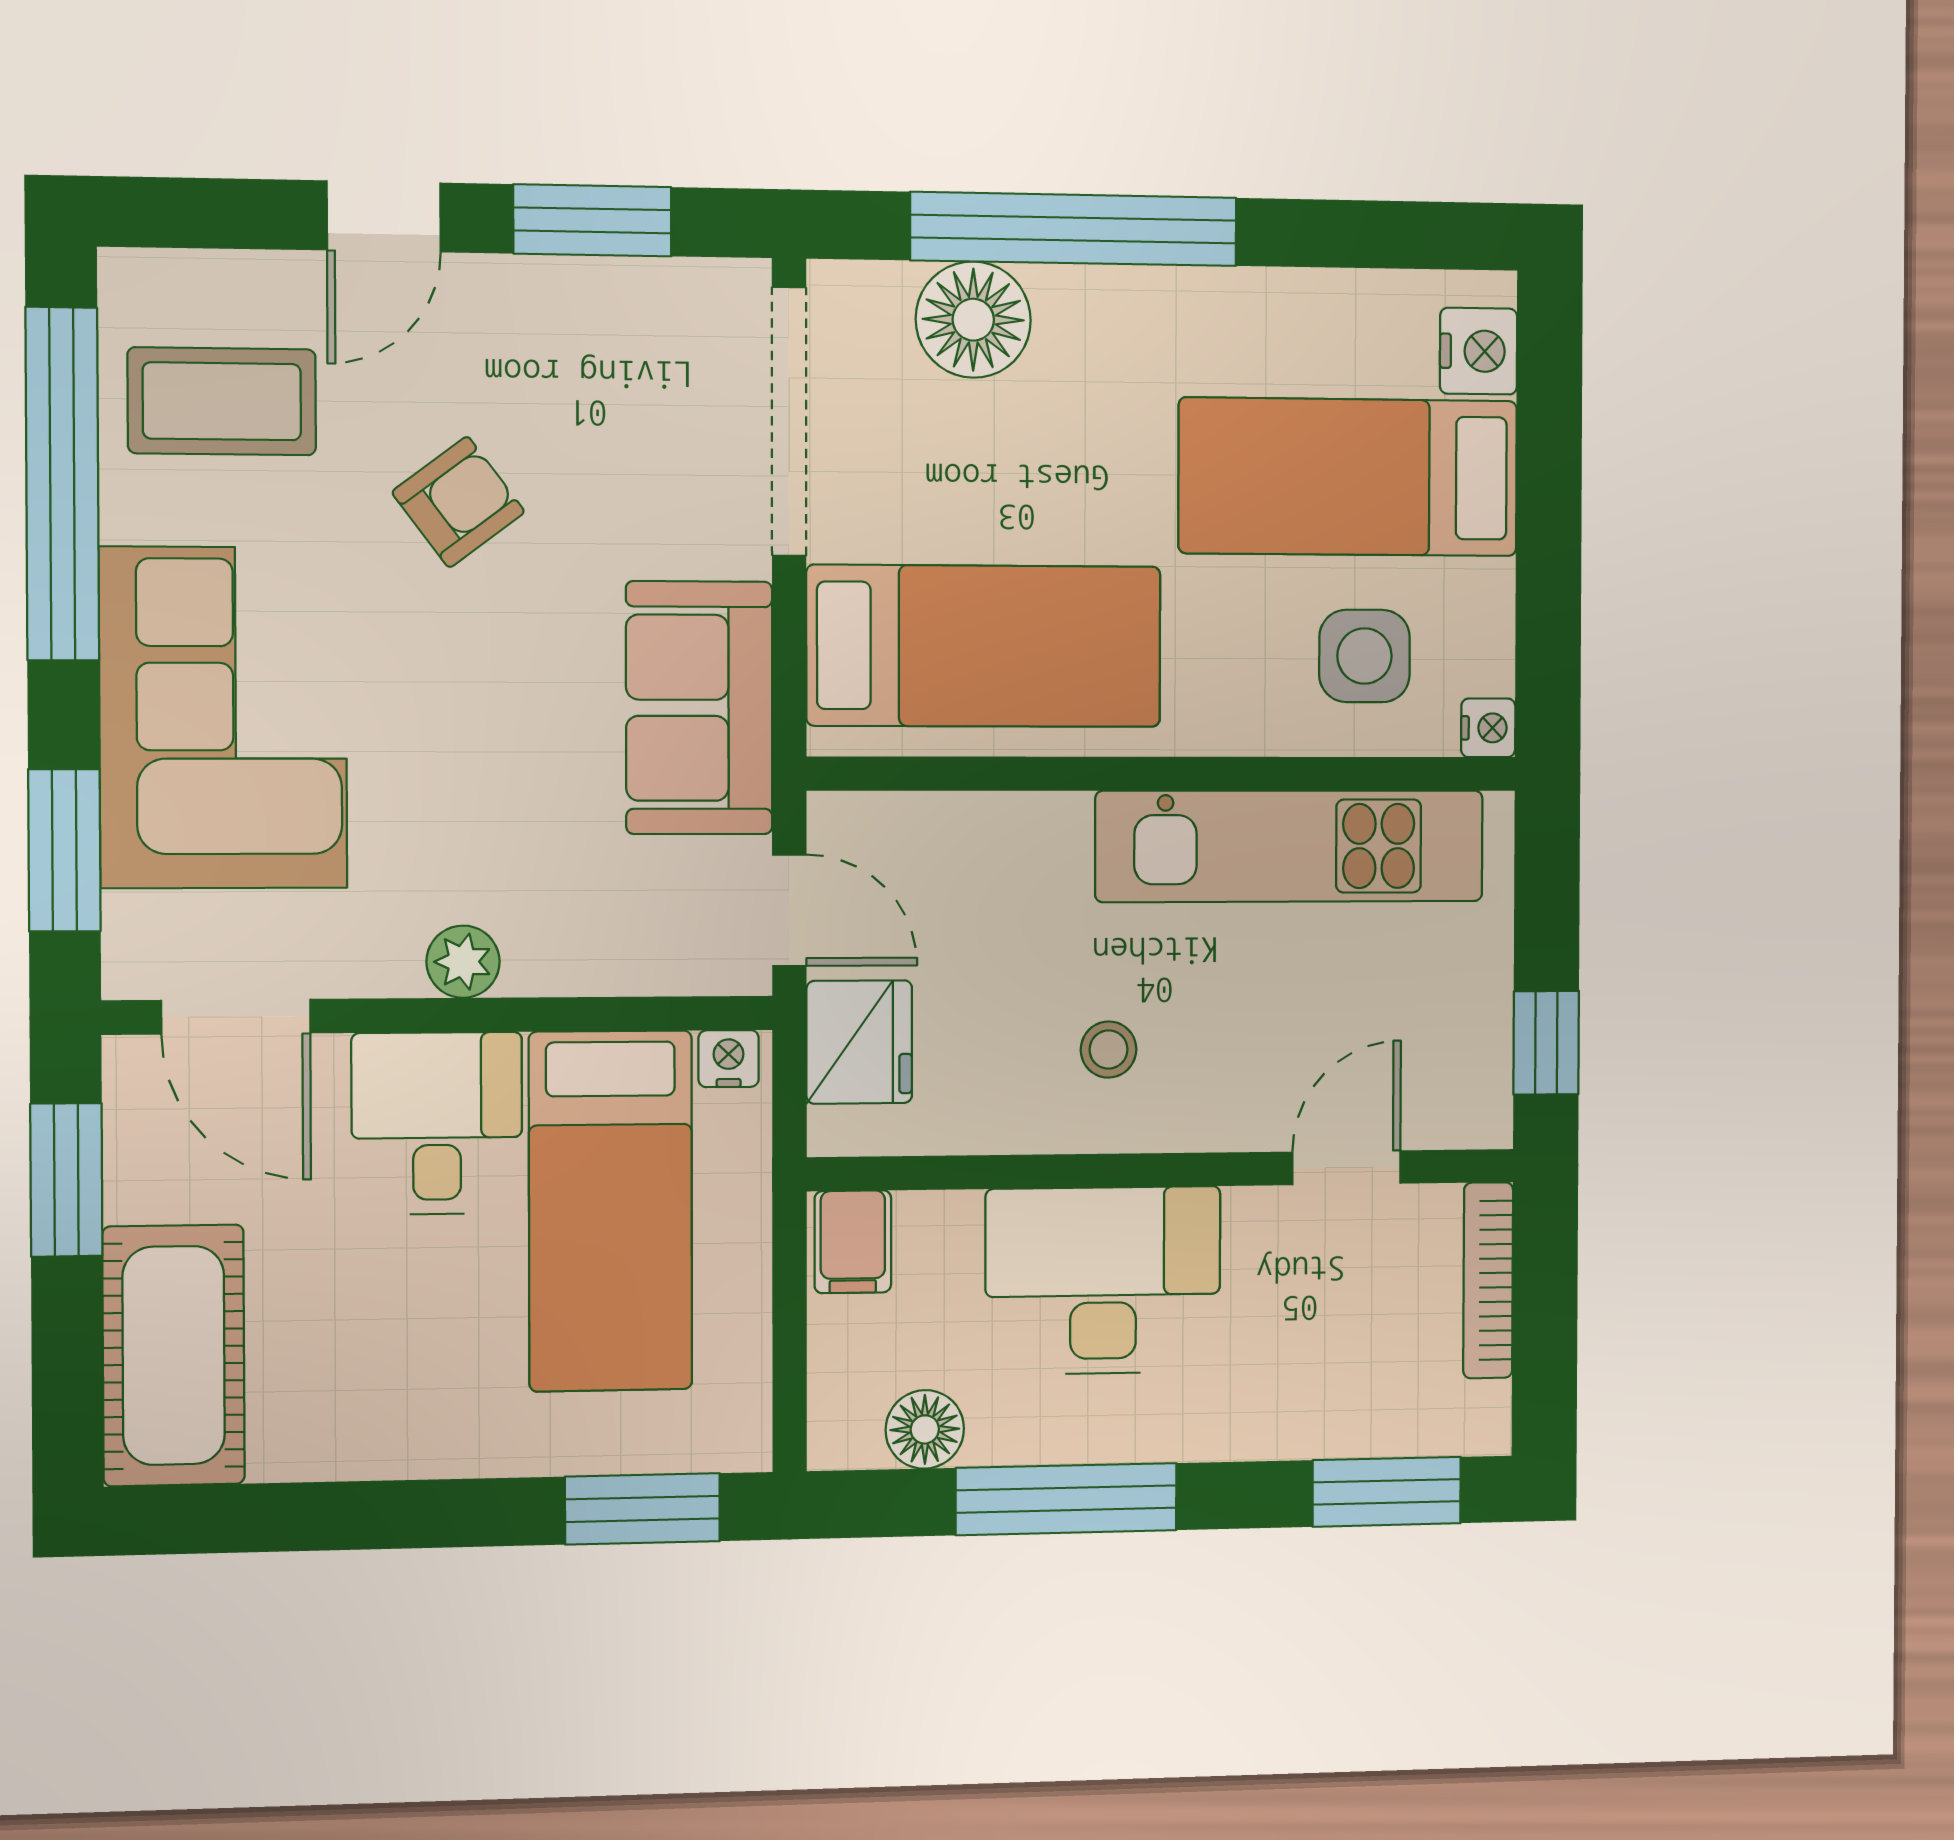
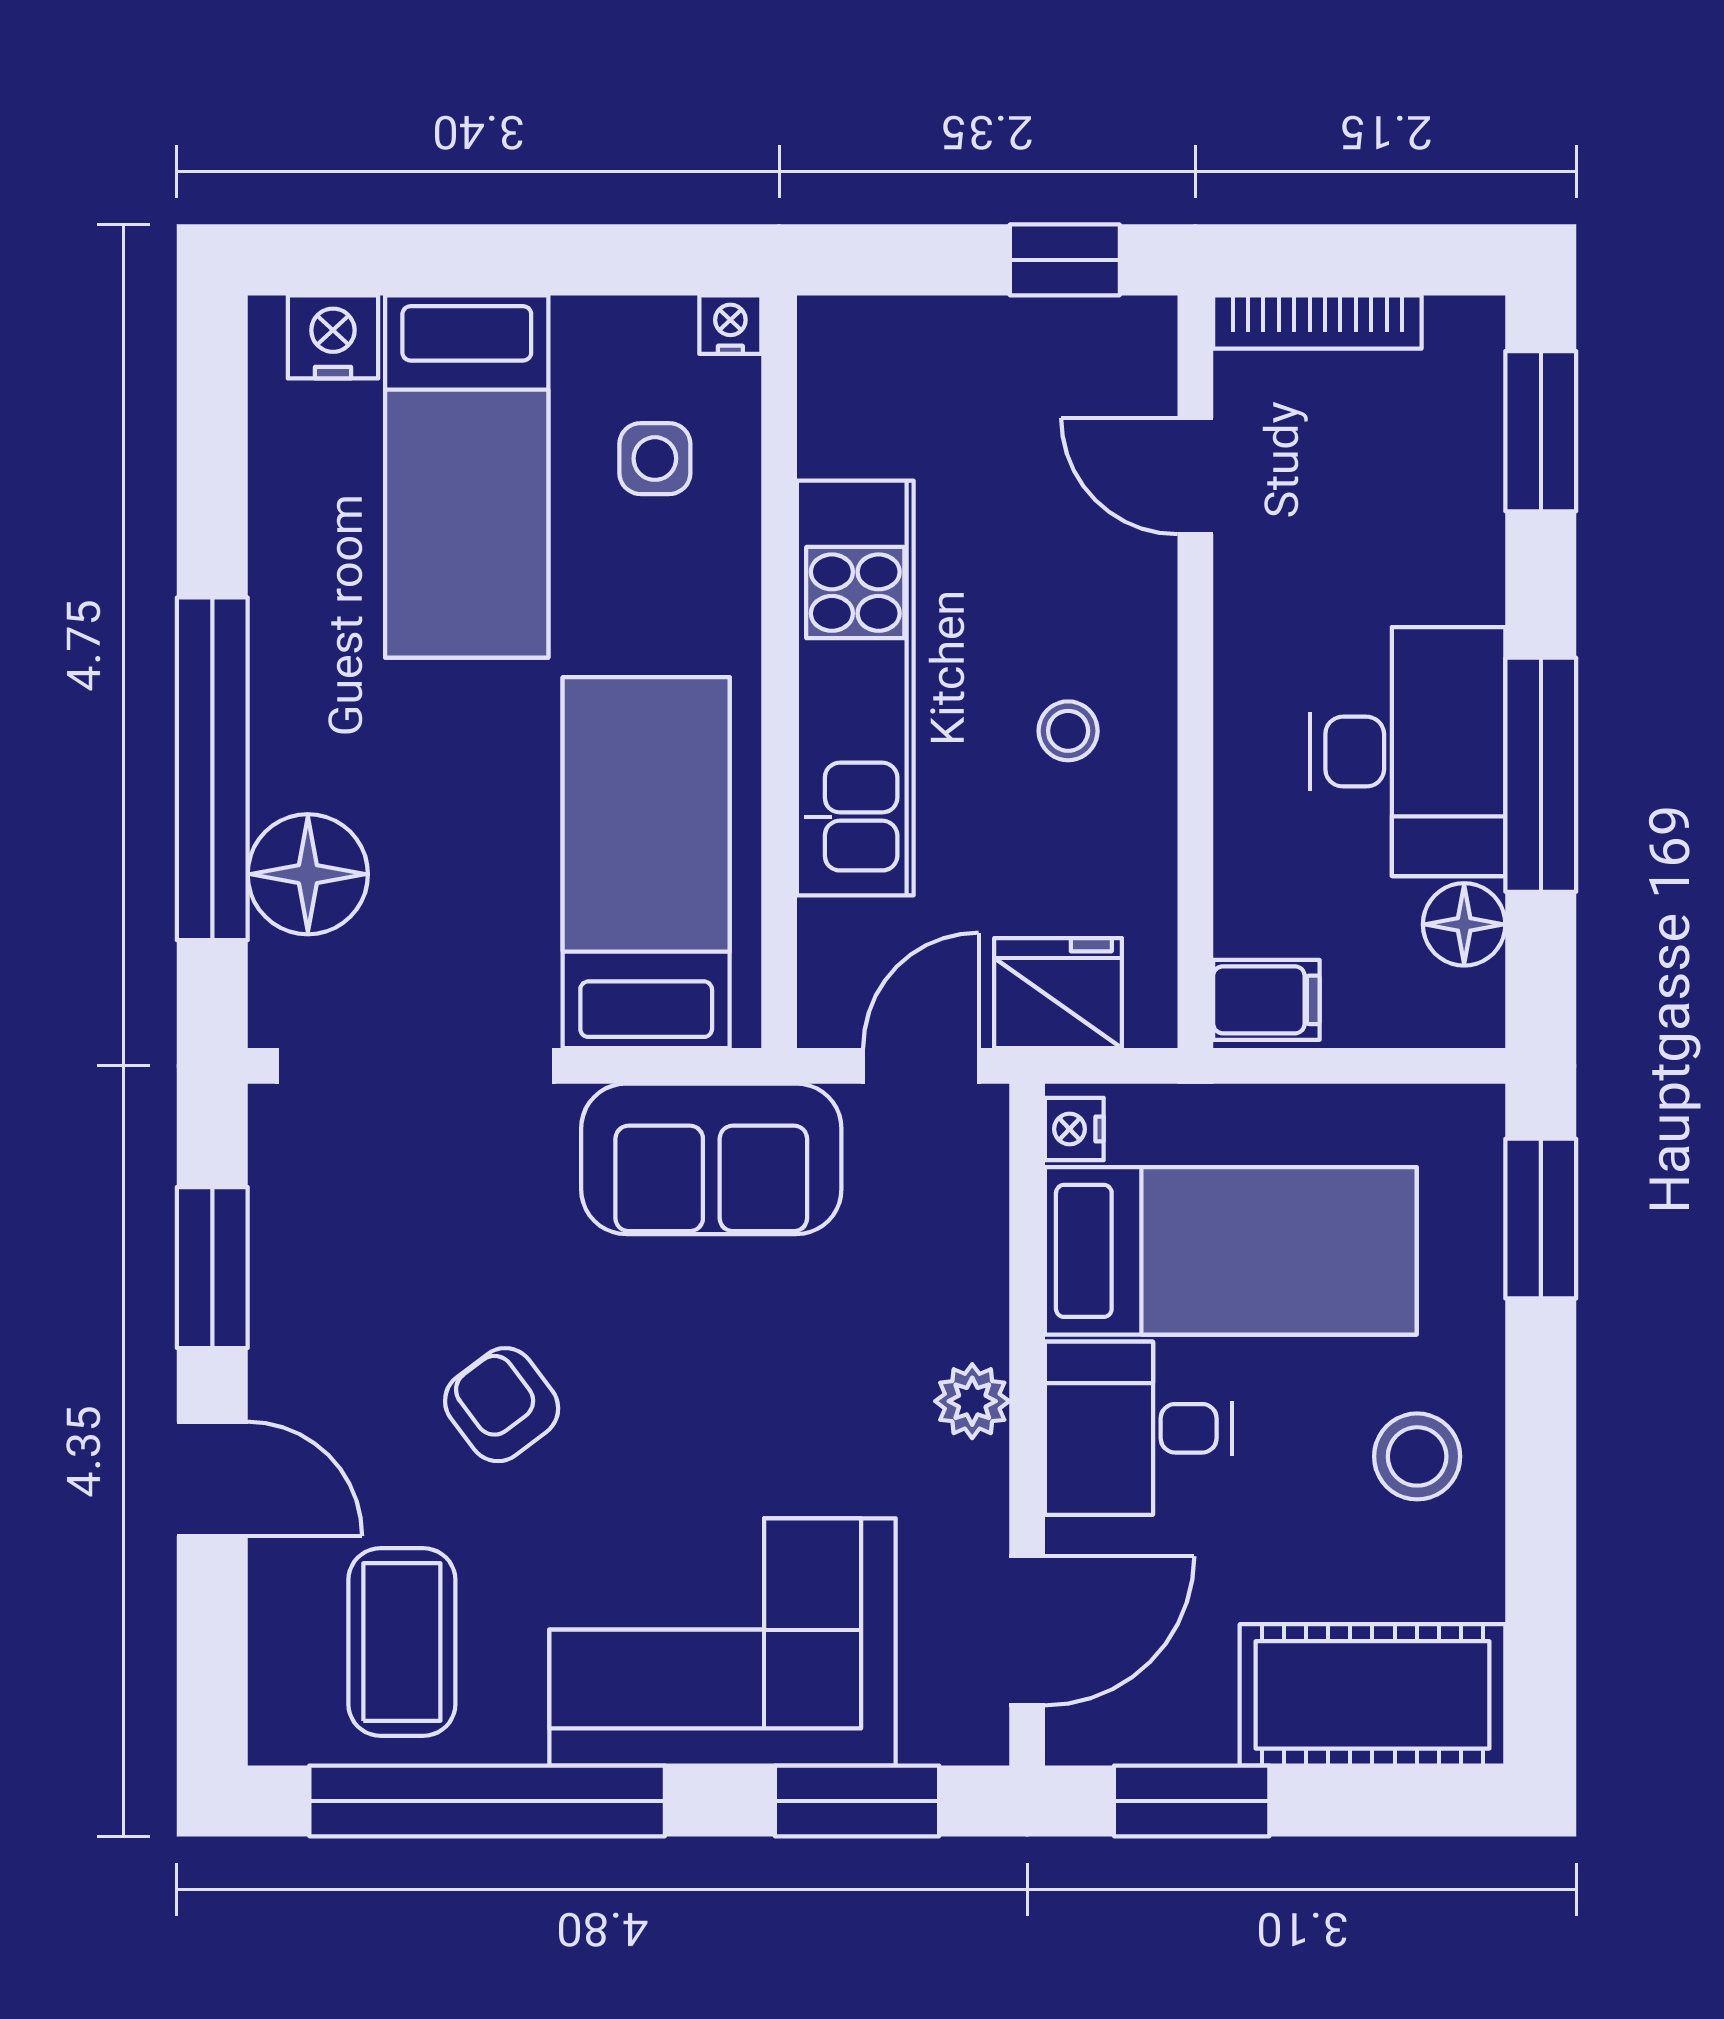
side table: (1364, 656) -> (655, 459), width x0.73, depth x0.73
kitchen unit: (1290, 846) -> (855, 688), moved
desk: (1103, 1280) -> (1408, 752), moved, turned 180
stool: (410, 1394) -> (1417, 1456), added

